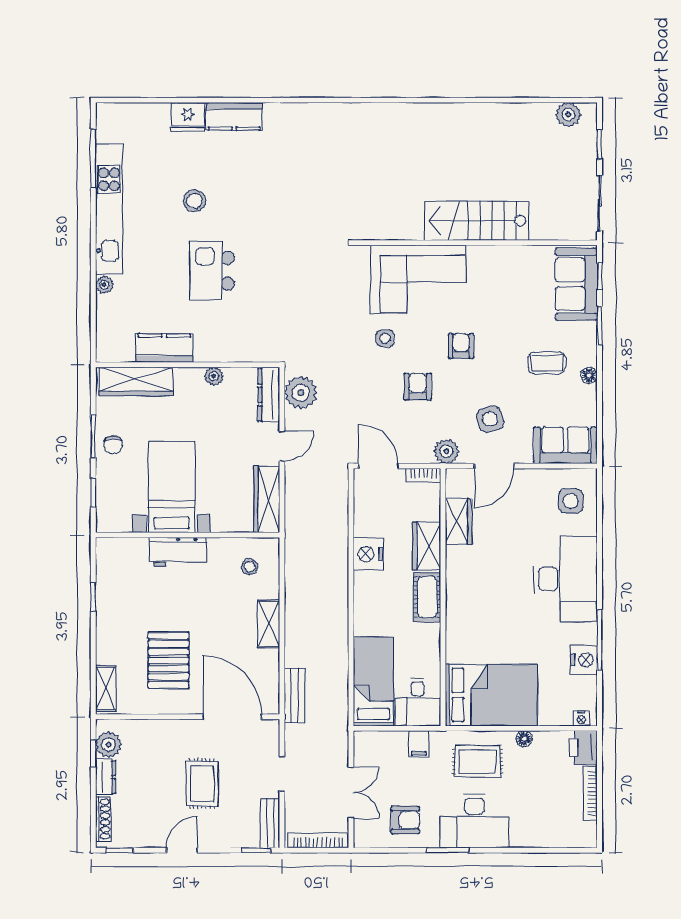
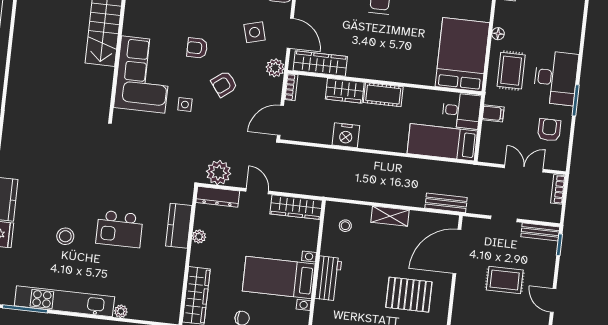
kitchen counter: (164, 348) -> (179, 226), moved
armchair: (418, 387) -> (224, 84), turned -37
wardrobe: (459, 521) -> (320, 64), width x1.50
bookcase: (318, 840) -> (558, 189), width x0.64

